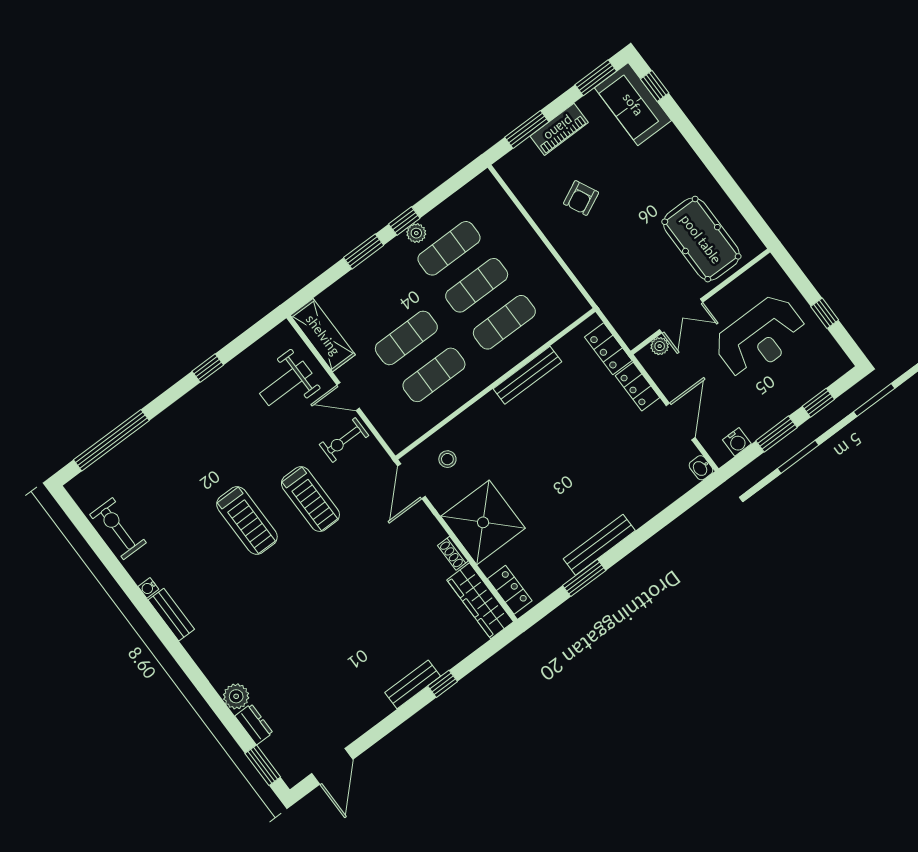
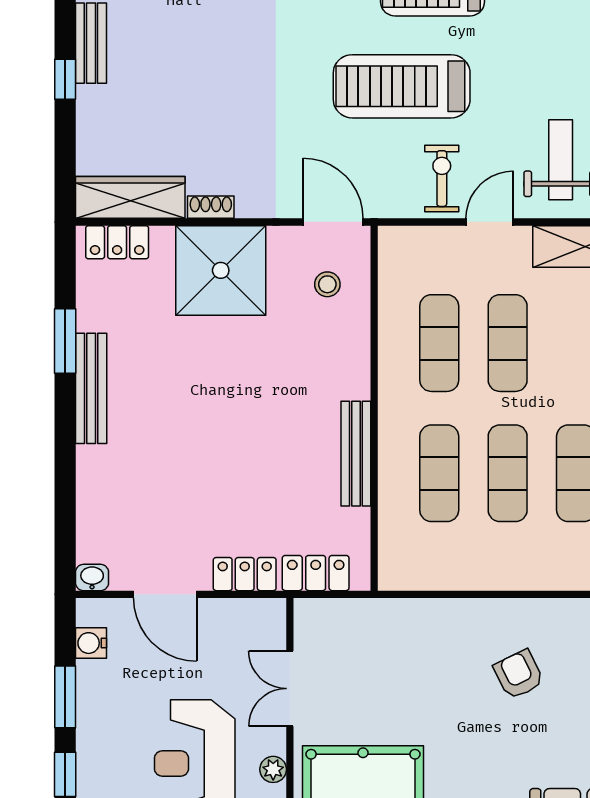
plant: (660, 346) -> (273, 769), moved
treadmill: (310, 499) -> (402, 86), width x1.37, depth x1.38

